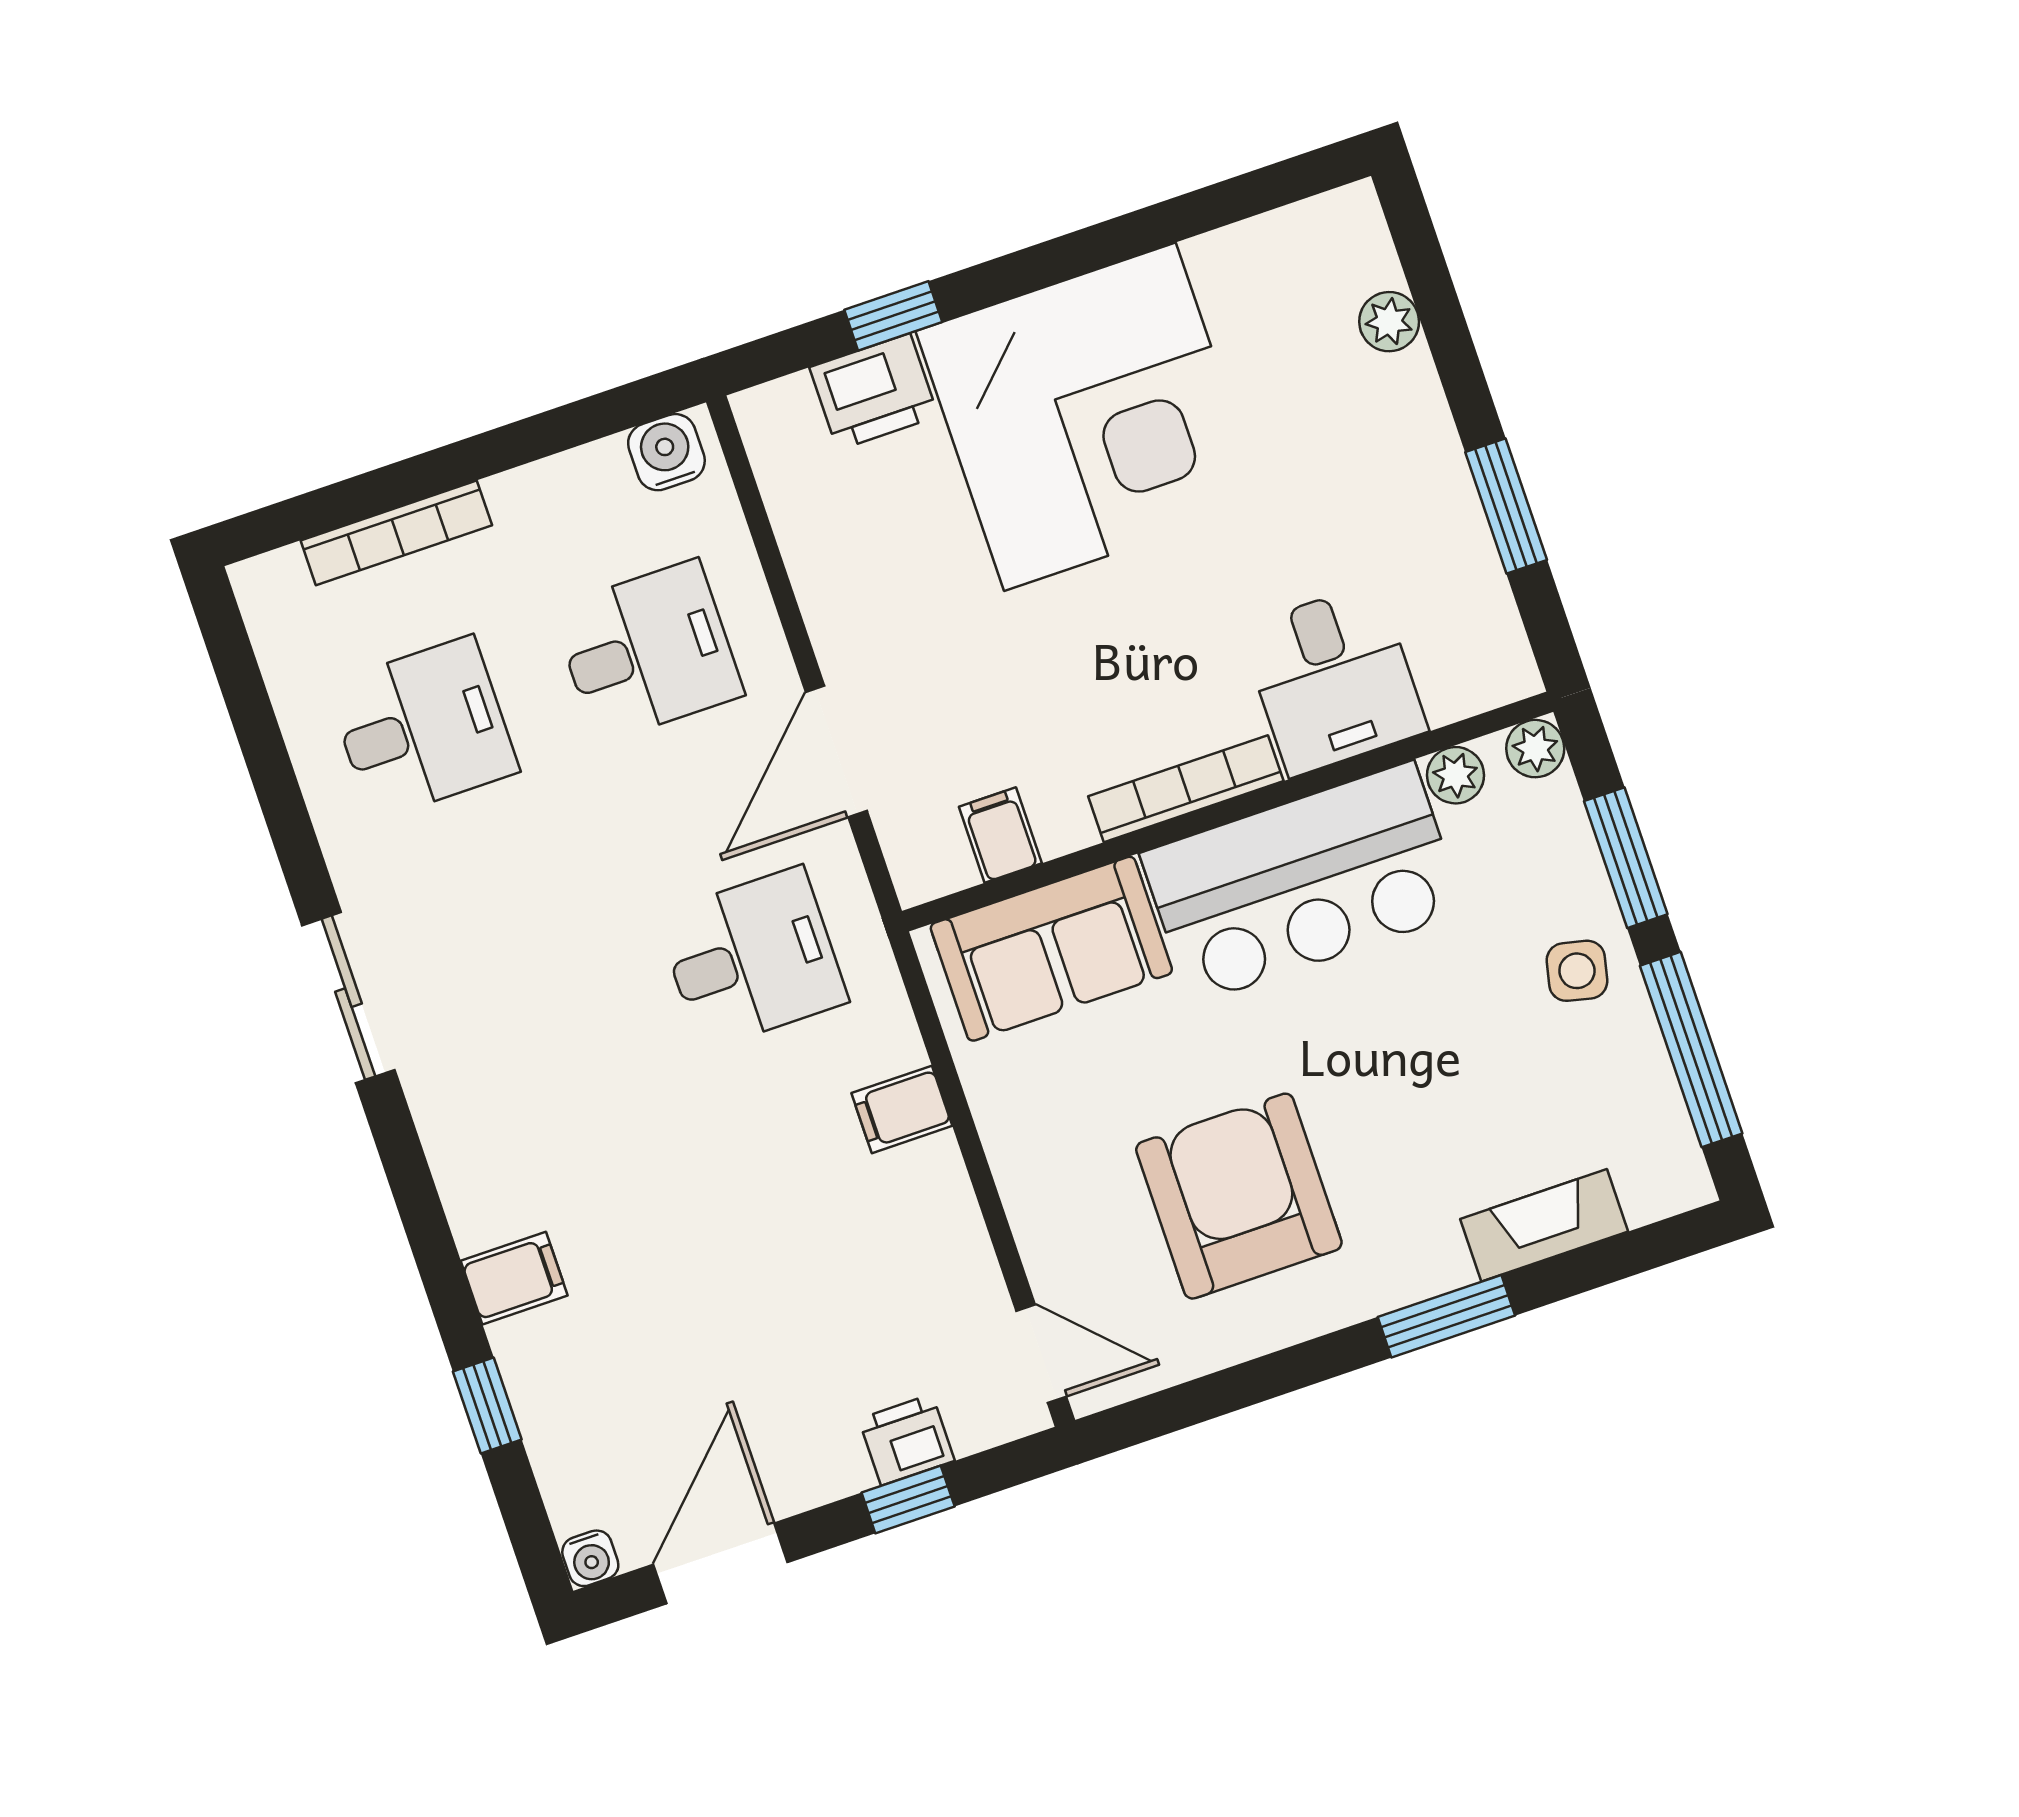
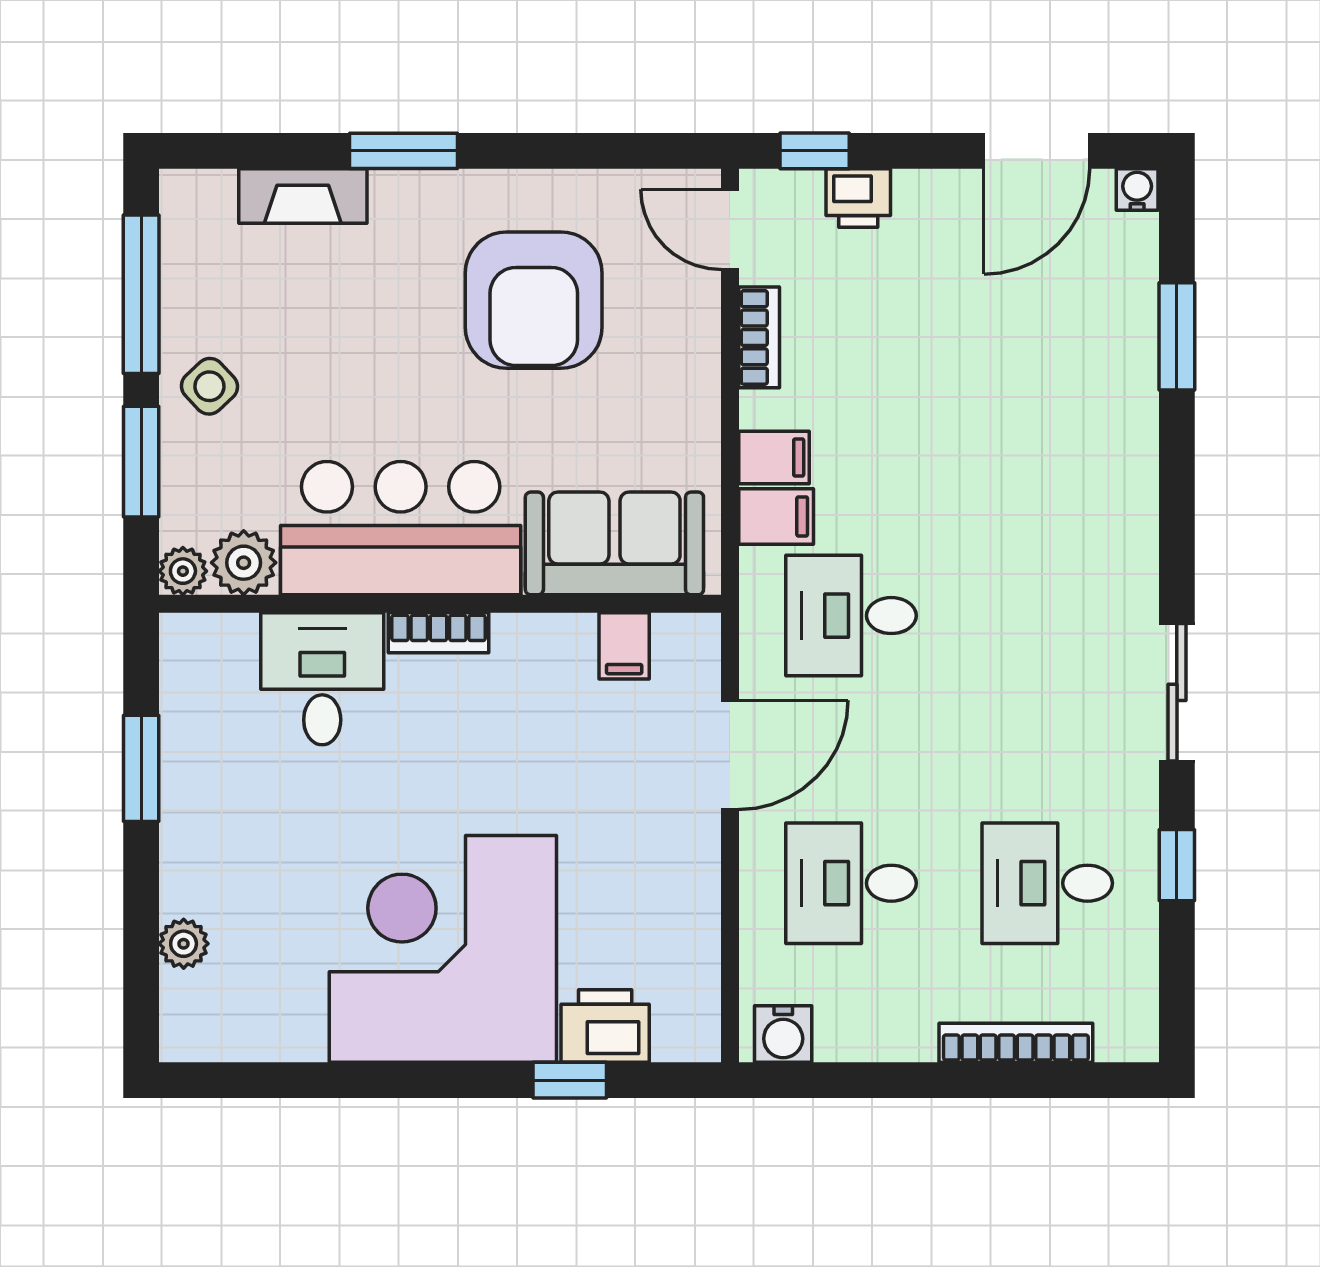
plant: (1455, 775) -> (244, 563), width x1.38, depth x1.38
bookcase: (1186, 789) -> (438, 633), width x0.64
window: (281, 799) -> (1177, 865), added
side table: (1577, 971) -> (209, 386), turned 34
bookcase: (966, 1241) -> (759, 337), added
filing cabinet: (514, 1278) -> (776, 516), moved, turned 180
window: (487, 1405) -> (1177, 336), width x1.50
window: (908, 1499) -> (815, 151), moved

